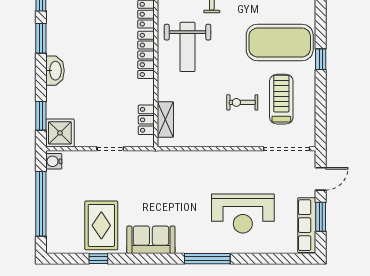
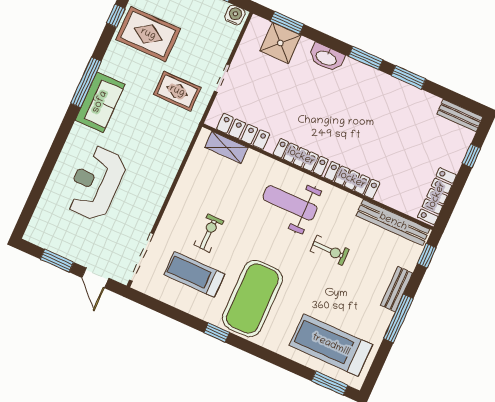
treadmill: (281, 99) -> (194, 274), turned 180
locker: (146, 120) -> (243, 132), width x1.53
shower: (60, 133) -> (280, 43), moved
rug: (137, 181) -> (177, 91), added
row of seats: (307, 225) -> (55, 243), removed
sofa: (151, 240) -> (100, 102), moved
window: (207, 259) -> (86, 82), moved

